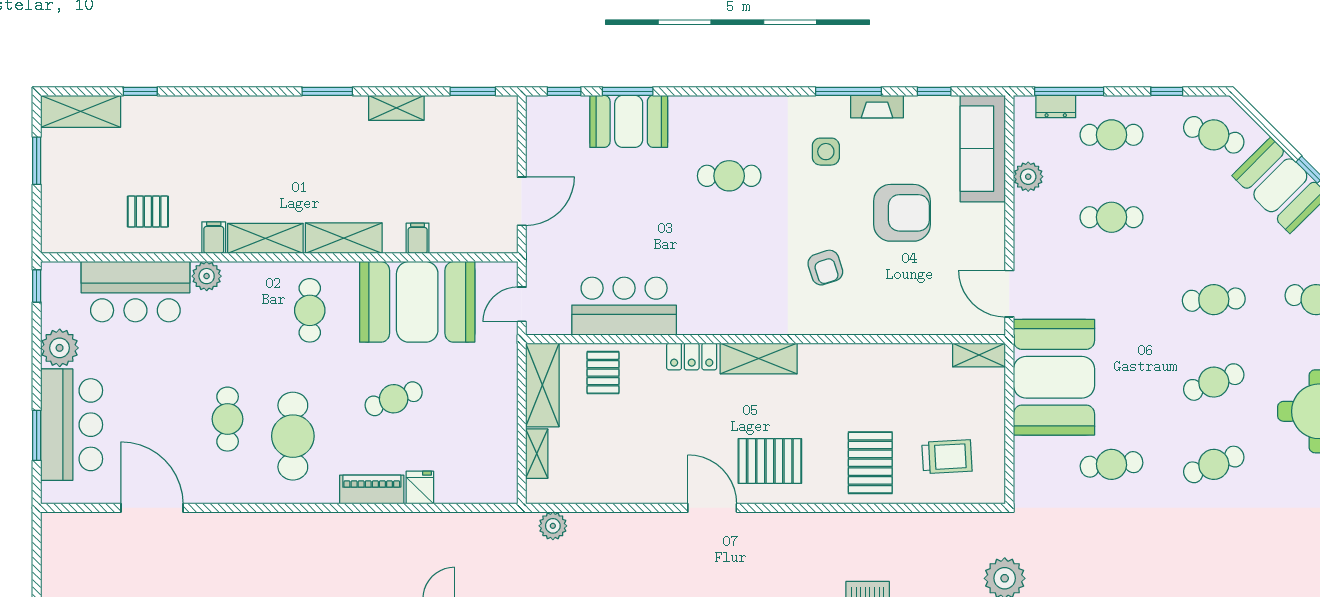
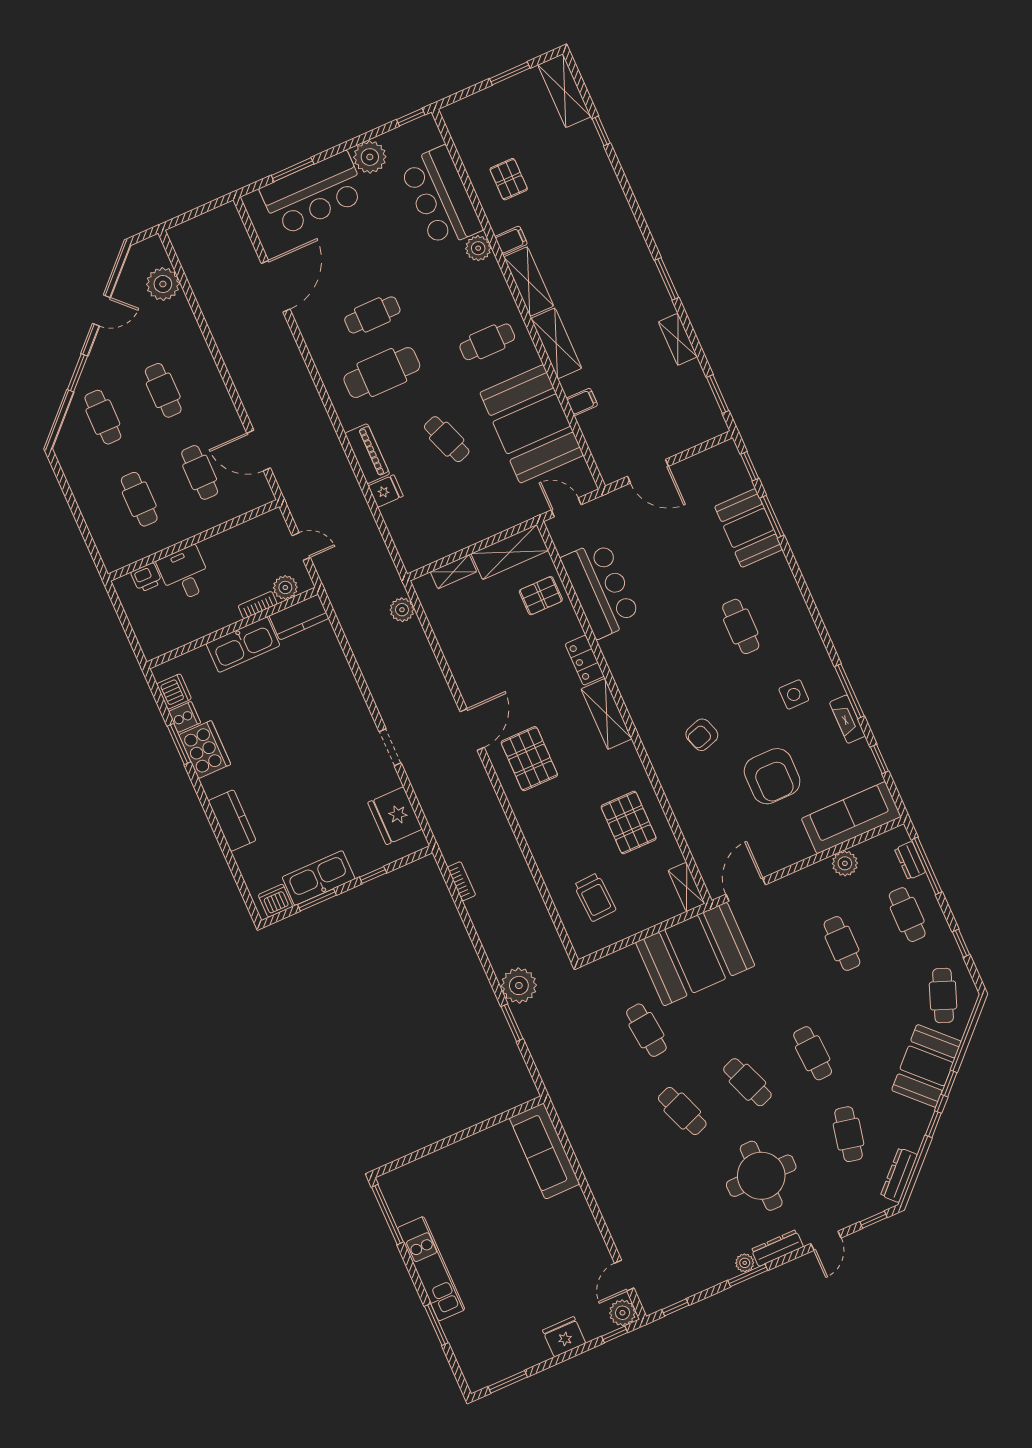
pallet: (870, 463) -> (629, 823), moved, turned 90

